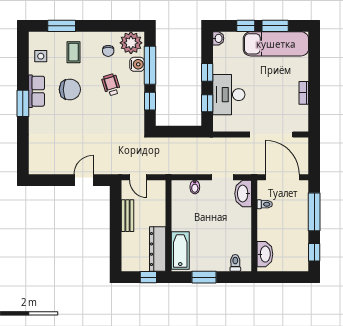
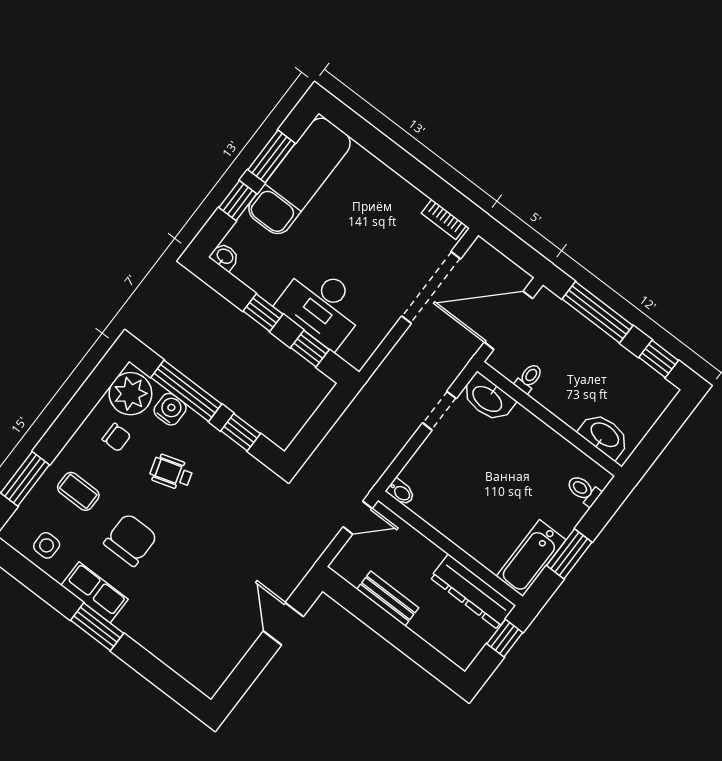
bookcase: (304, 93) -> (444, 219), moved
door: (138, 177) -> (358, 518), moved
bidet: (195, 187) -> (401, 492), moved
bathtub: (180, 250) -> (531, 558), moved, turned -90

